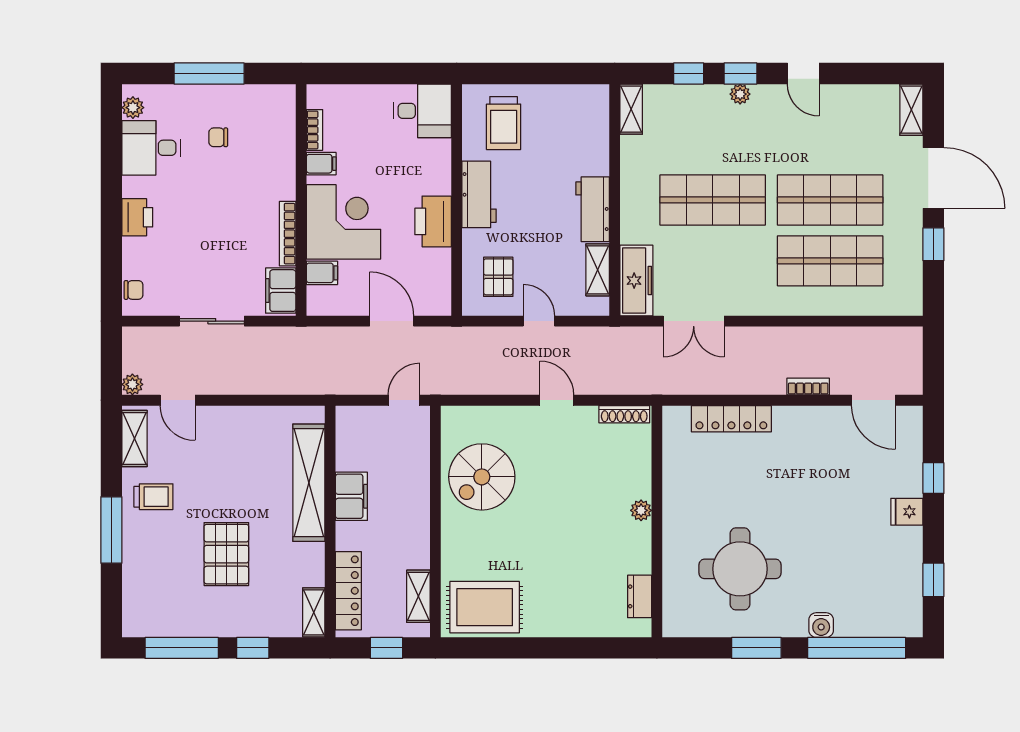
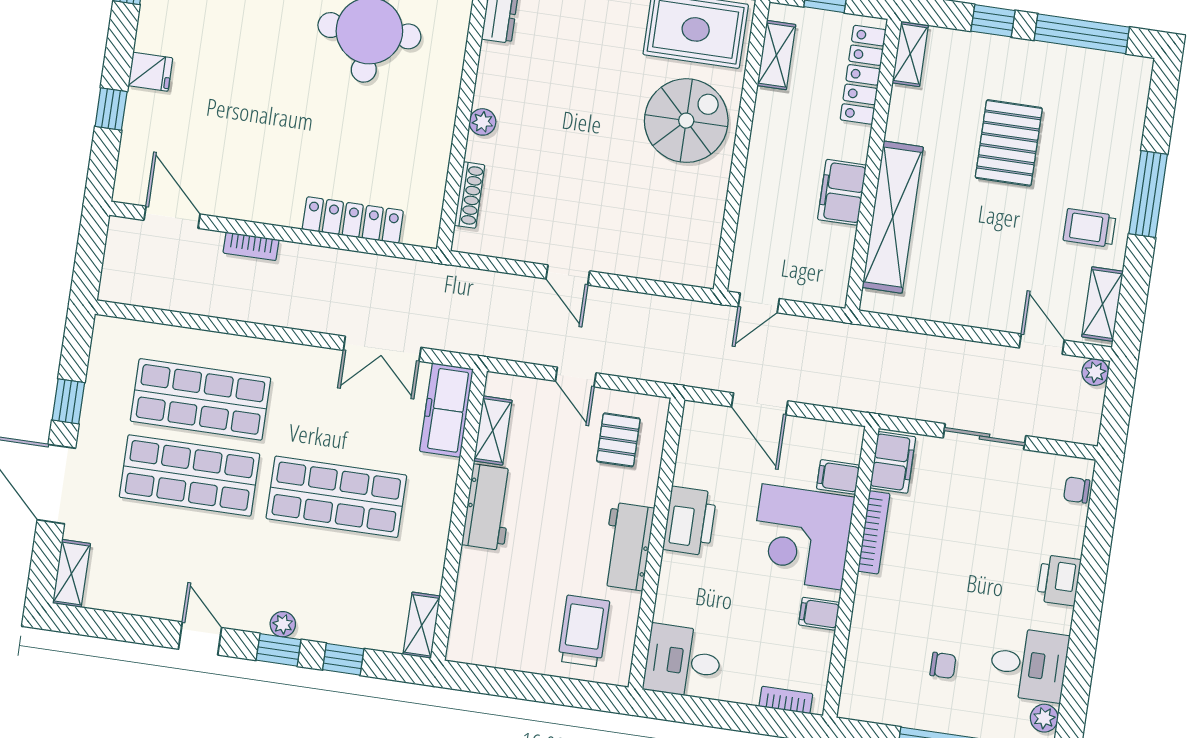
bookcase: (315, 130) -> (786, 700), moved, turned 90
double door: (694, 321) -> (382, 349), swing flipped
shoe rack: (624, 414) -> (469, 195), moved, turned 90
spiral stairs: (482, 477) -> (686, 121), moved

